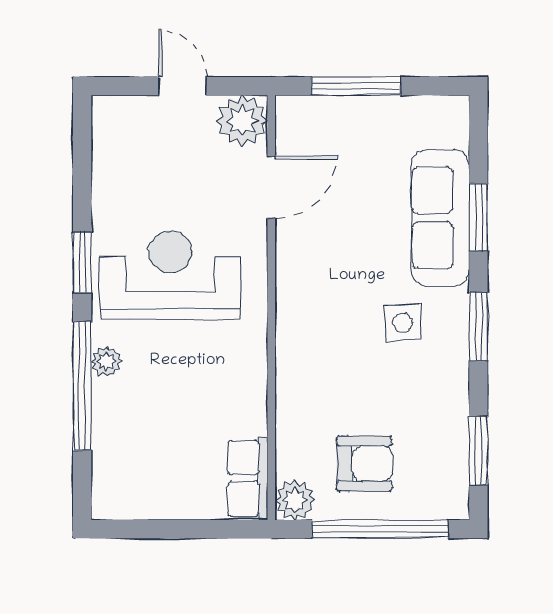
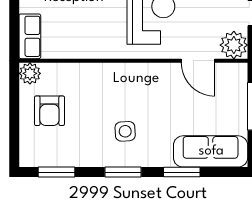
sofa: (440, 218) -> (211, 151), moved
row of seats: (248, 478) -> (30, 36), moved, turned 90
window: (380, 529) -> (14, 119), removed

